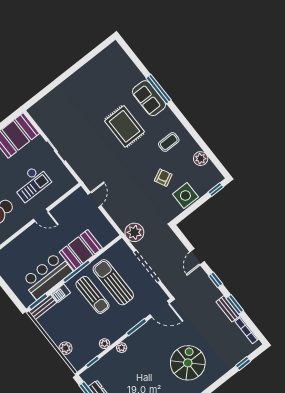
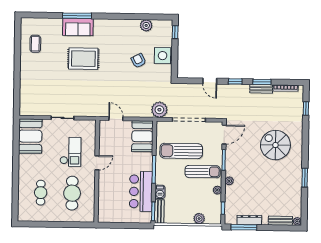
coffee table: (169, 142) -> (35, 44), moved
booth: (81, 250) -> (142, 136), moved
sun lounger: (92, 295) -> (203, 172), moved

